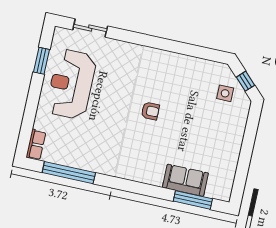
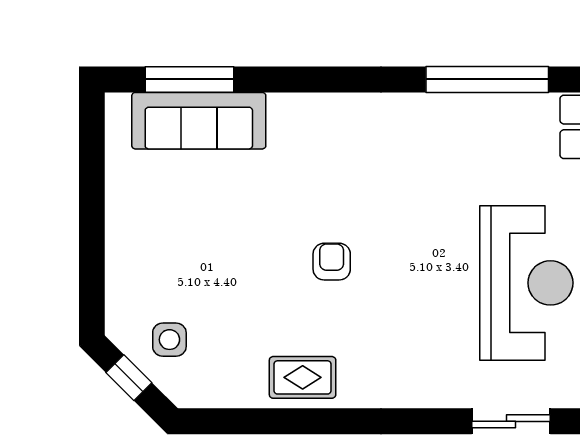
rug: (173, 65) -> (303, 377), added
armchair: (150, 111) -> (332, 262), turned 90
sofa: (185, 180) -> (199, 121), width x1.36

